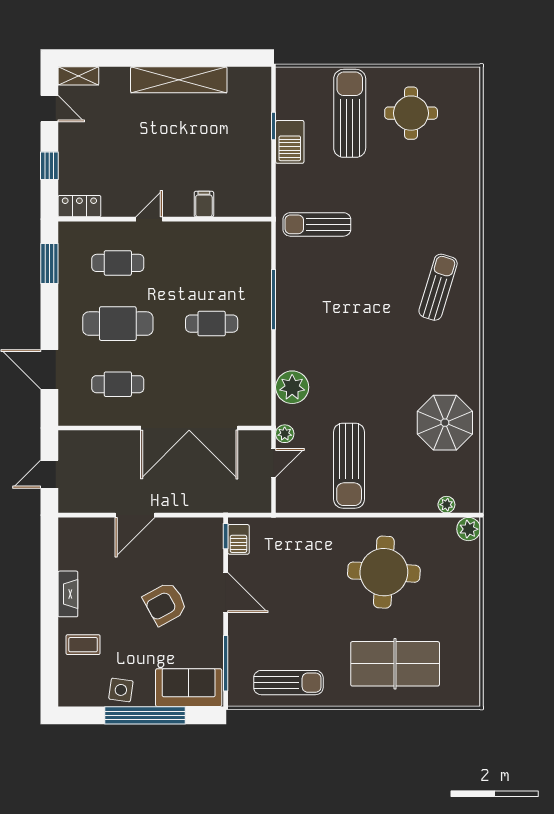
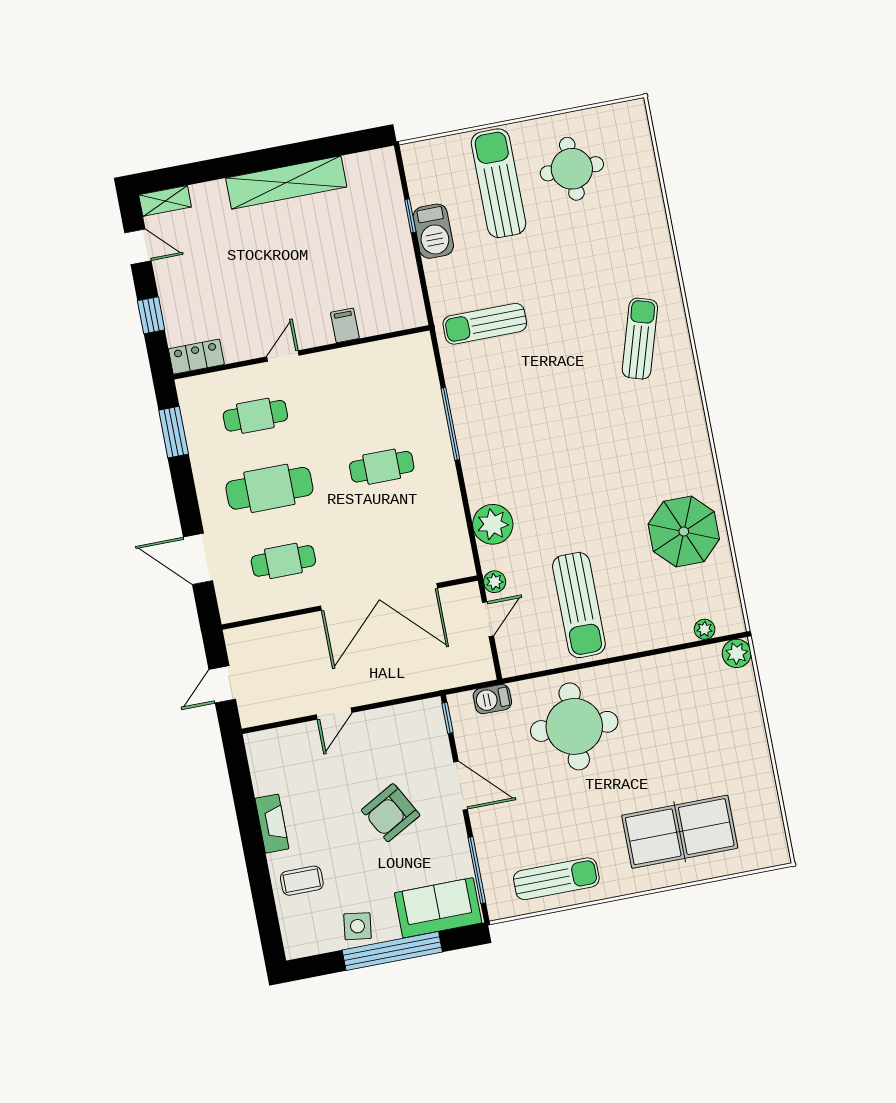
sun lounger: (438, 287) -> (640, 339), moved
door: (135, 515) -> (334, 714), width x0.73
barbecue: (238, 539) -> (492, 699), moved, turned 90
round table: (384, 572) -> (574, 726), moved

